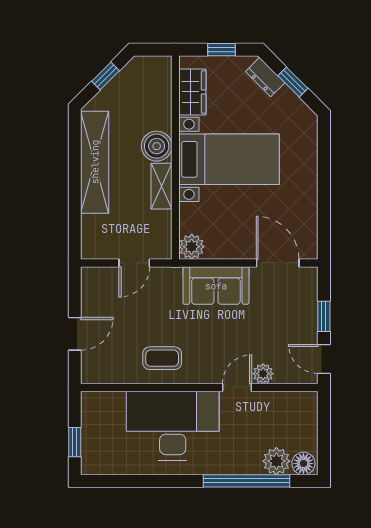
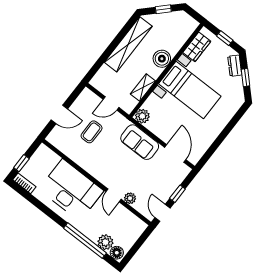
shelving: (161, 186) -> (143, 88), moved
coffee table: (162, 358) -> (92, 132), moved, turned 90
door: (237, 387) -> (114, 195), swing flipped
bookcase: (101, 467) -> (24, 183), added

